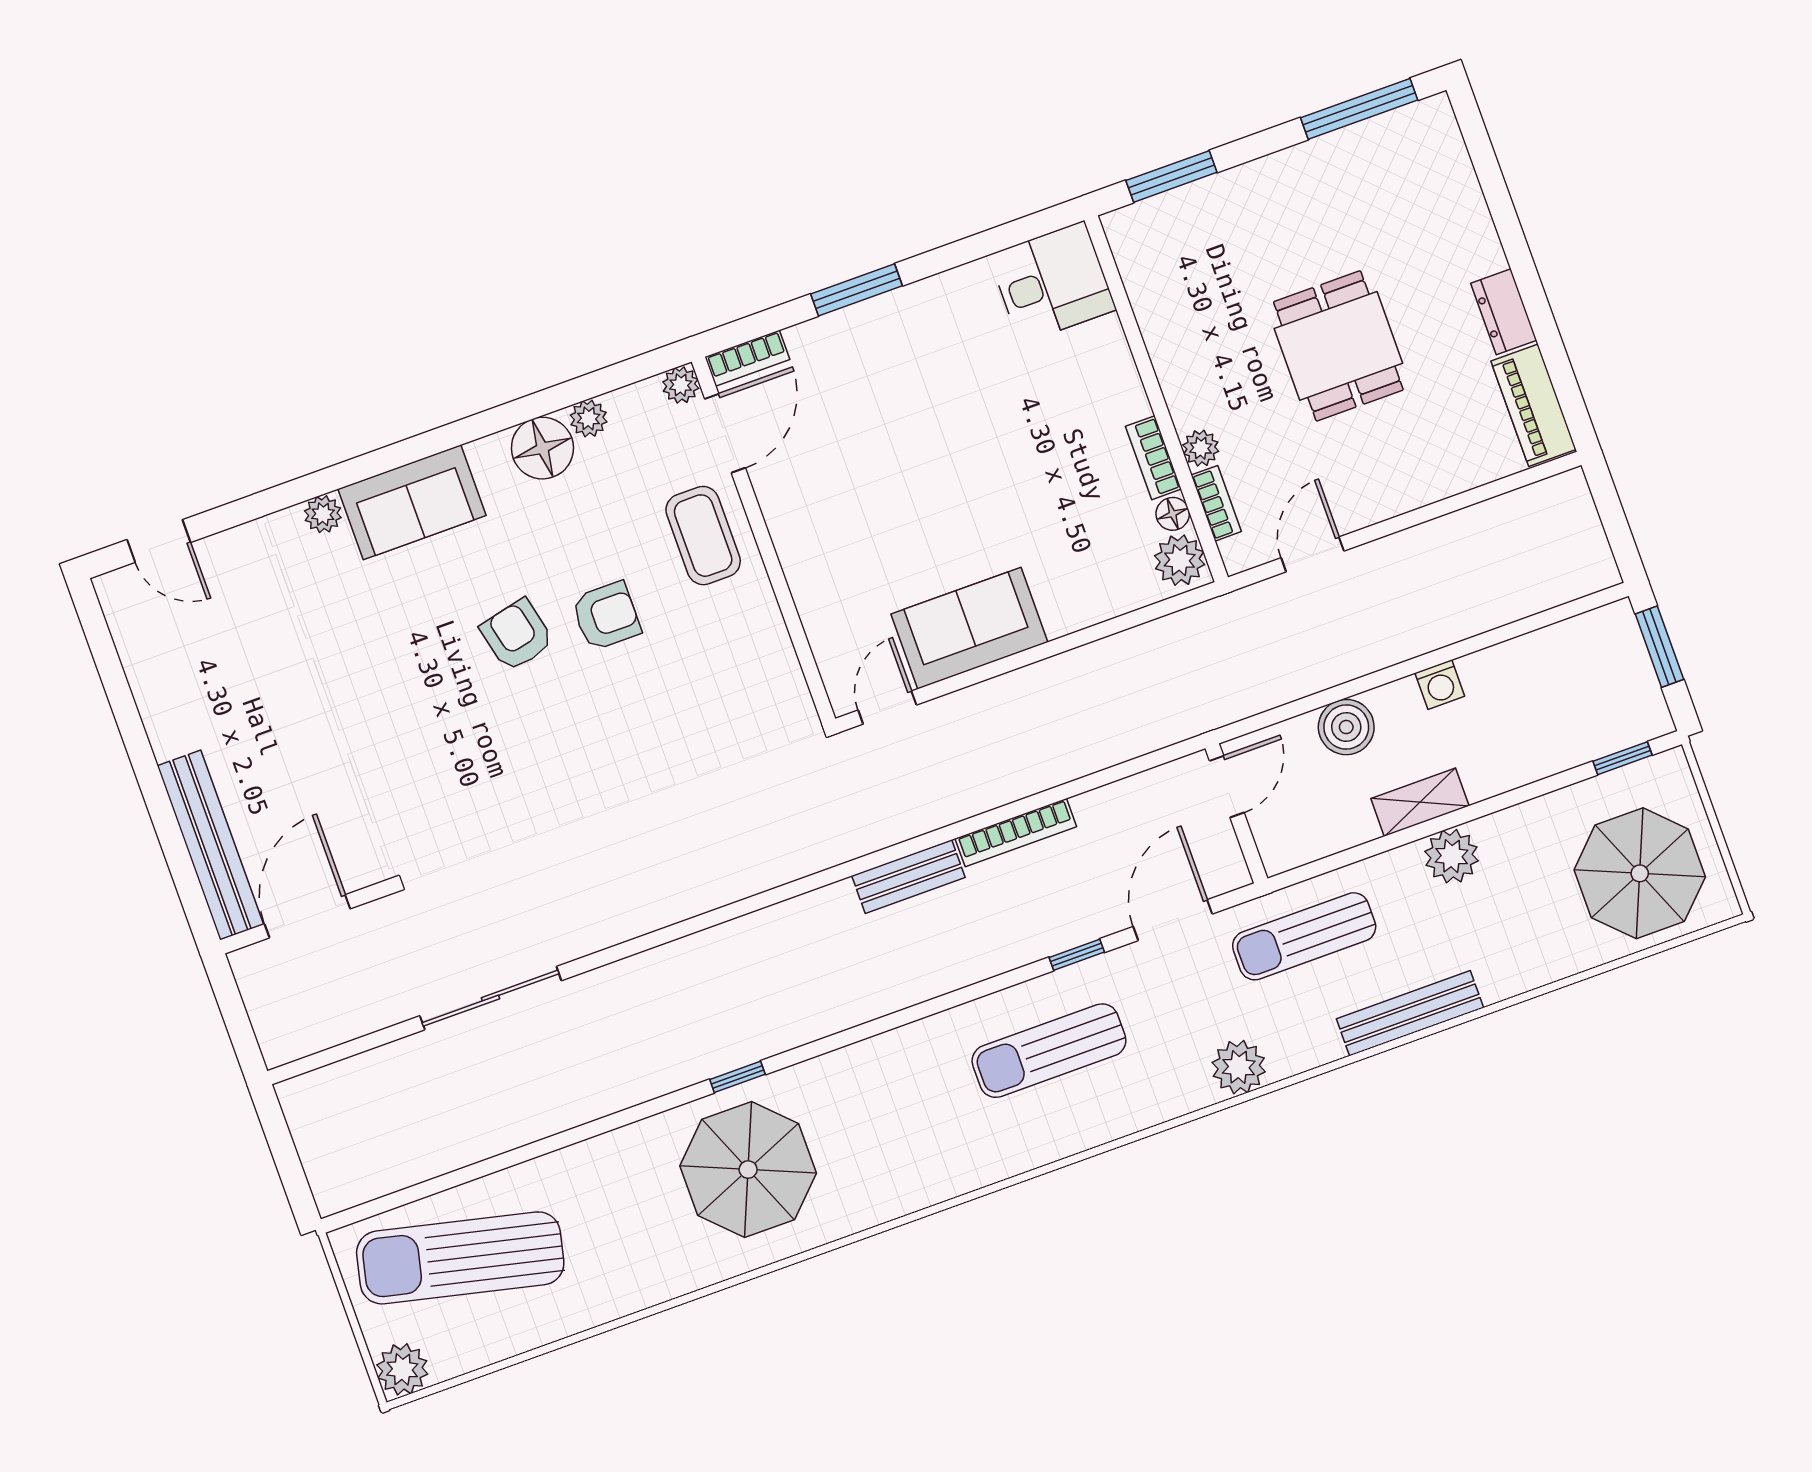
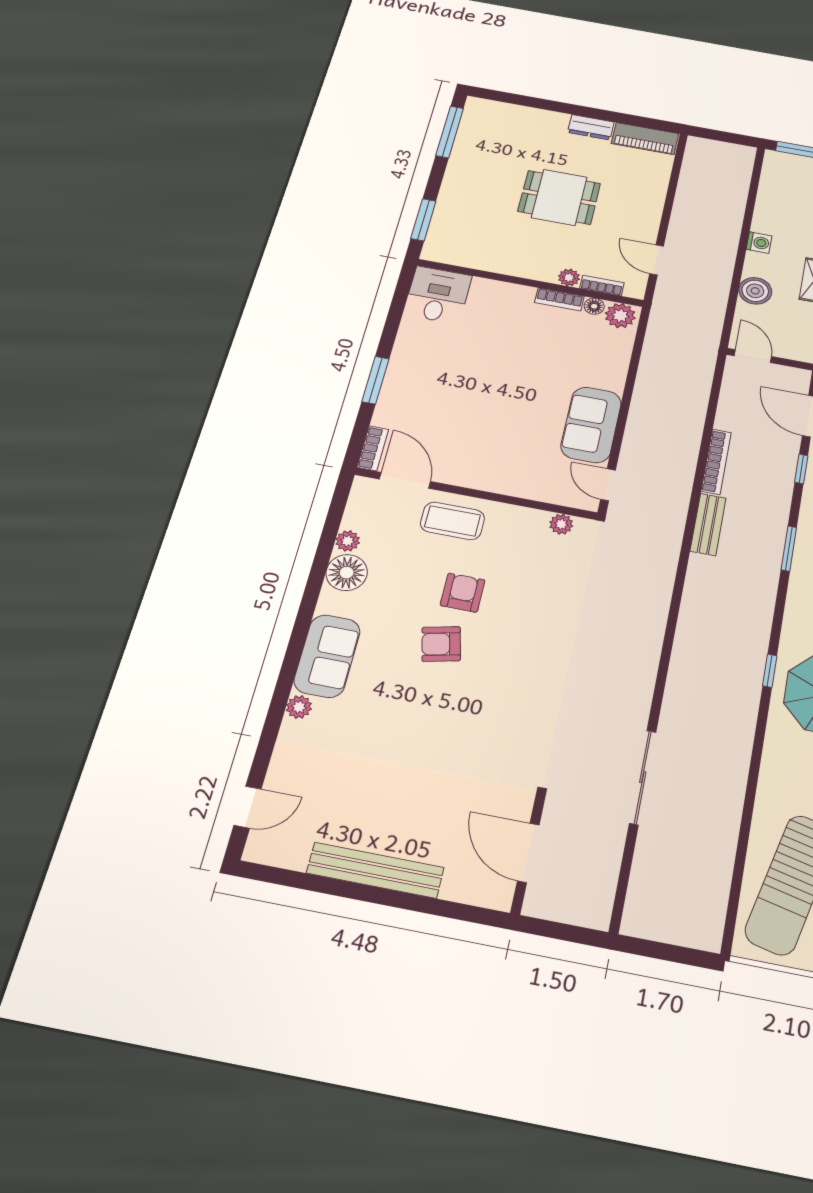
plant: (681, 385) -> (561, 524), moved
bench: (210, 845) -> (375, 870), moved
window: (938, 1005) -> (789, 548), added

